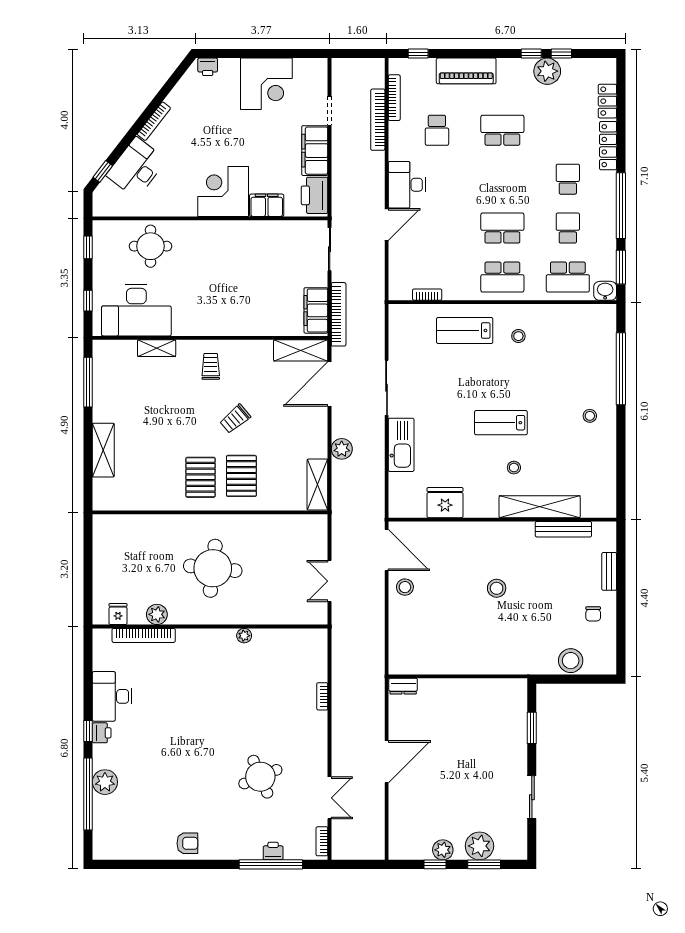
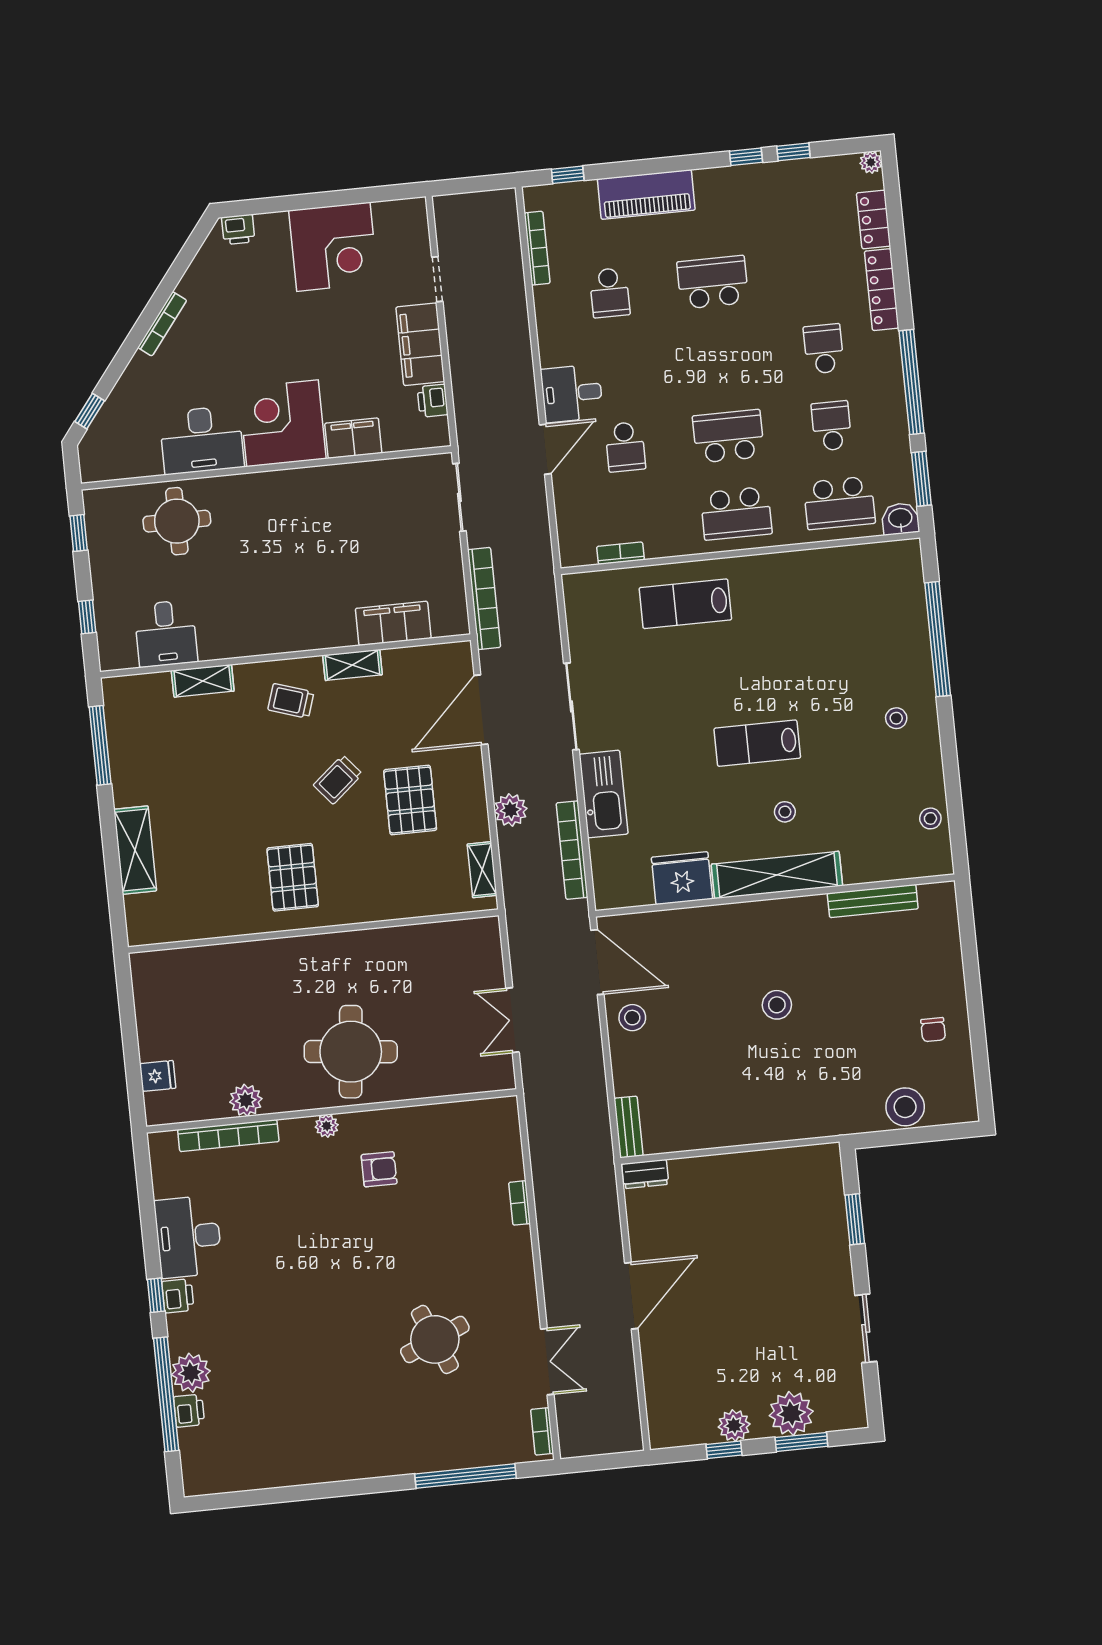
plant: (547, 71) -> (871, 162), moved, width x0.53, depth x0.53
bookcase: (378, 120) -> (572, 850), moved
desk: (136, 168) -> (202, 440), moved, turned -128
desk: (407, 185) -> (572, 393), width x0.73
printer: (315, 195) -> (433, 401), width x0.53, depth x0.68
school desk: (437, 228) -> (625, 447), added
desk: (136, 310) -> (166, 634), width x0.53, depth x0.77
filing cabinet: (316, 310) -> (393, 623), moved, turned 90
stool: (518, 336) -> (930, 818), moved
shelving: (301, 350) -> (352, 665), moved, width x0.67, depth x0.75
trolley: (211, 366) -> (291, 701), turned -72
pallet: (241, 476) -> (410, 800), moved
shelving: (317, 485) -> (482, 870), width x0.67, depth x0.75
shelving: (540, 507) -> (777, 875), moved
round table: (213, 568) -> (351, 1052), moved
bench: (609, 571) -> (629, 1127), moved
fridge: (118, 614) -> (158, 1076), moved, turned 90
plant: (244, 636) -> (327, 1126), moved
armchair: (187, 843) -> (379, 1169), moved
printer: (273, 851) -> (189, 1411), moved, turned 90

